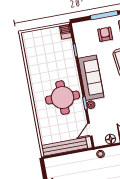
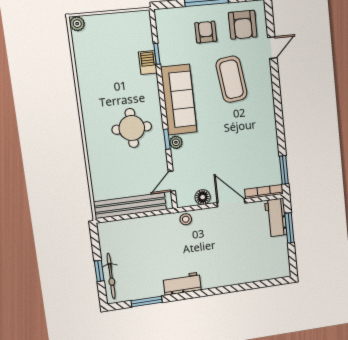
barbecue: (66, 32) -> (148, 63), moved
plant: (26, 36) -> (77, 24), added
round table: (62, 98) -> (132, 128), width x0.73, depth x0.73

